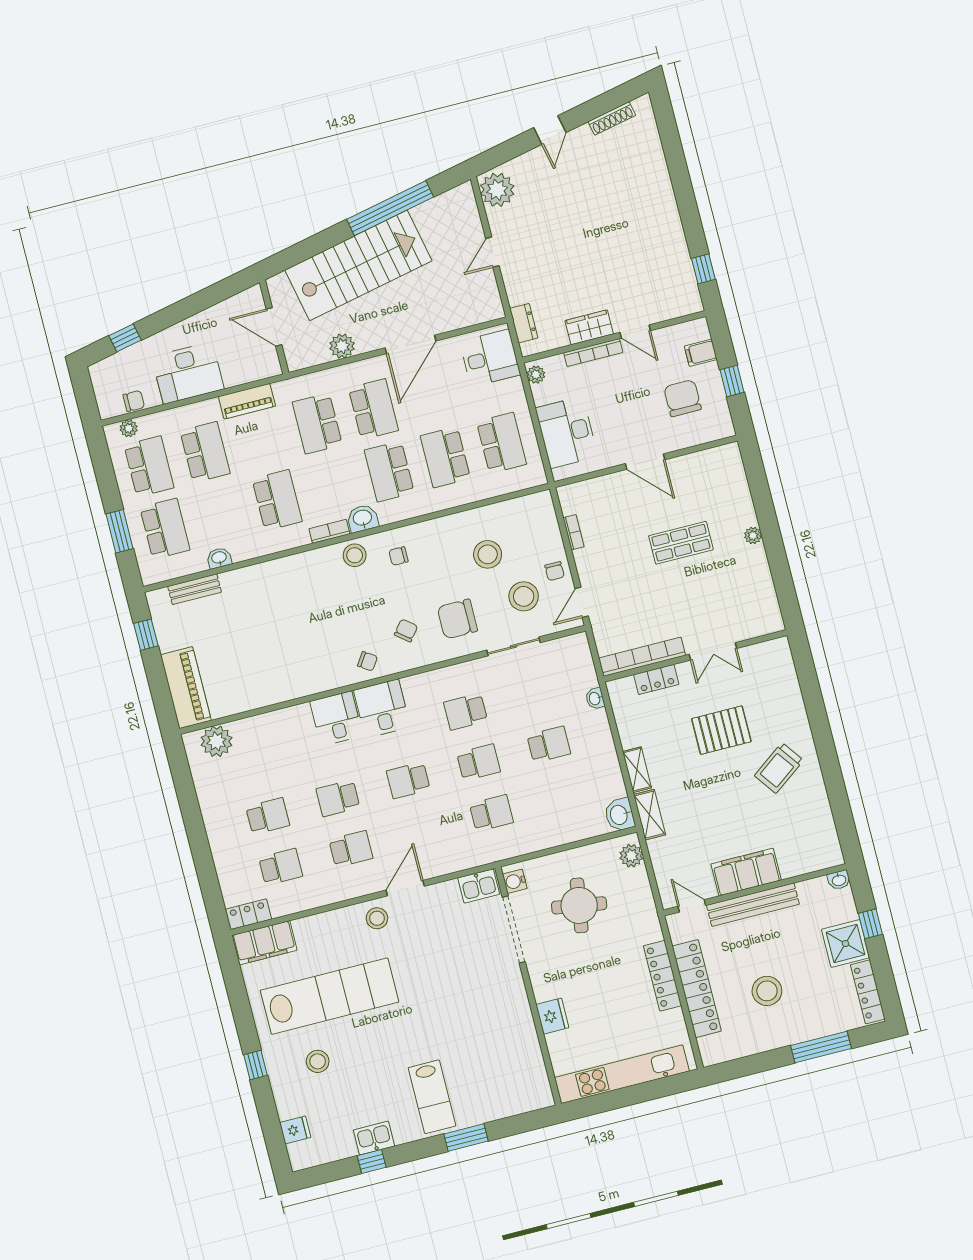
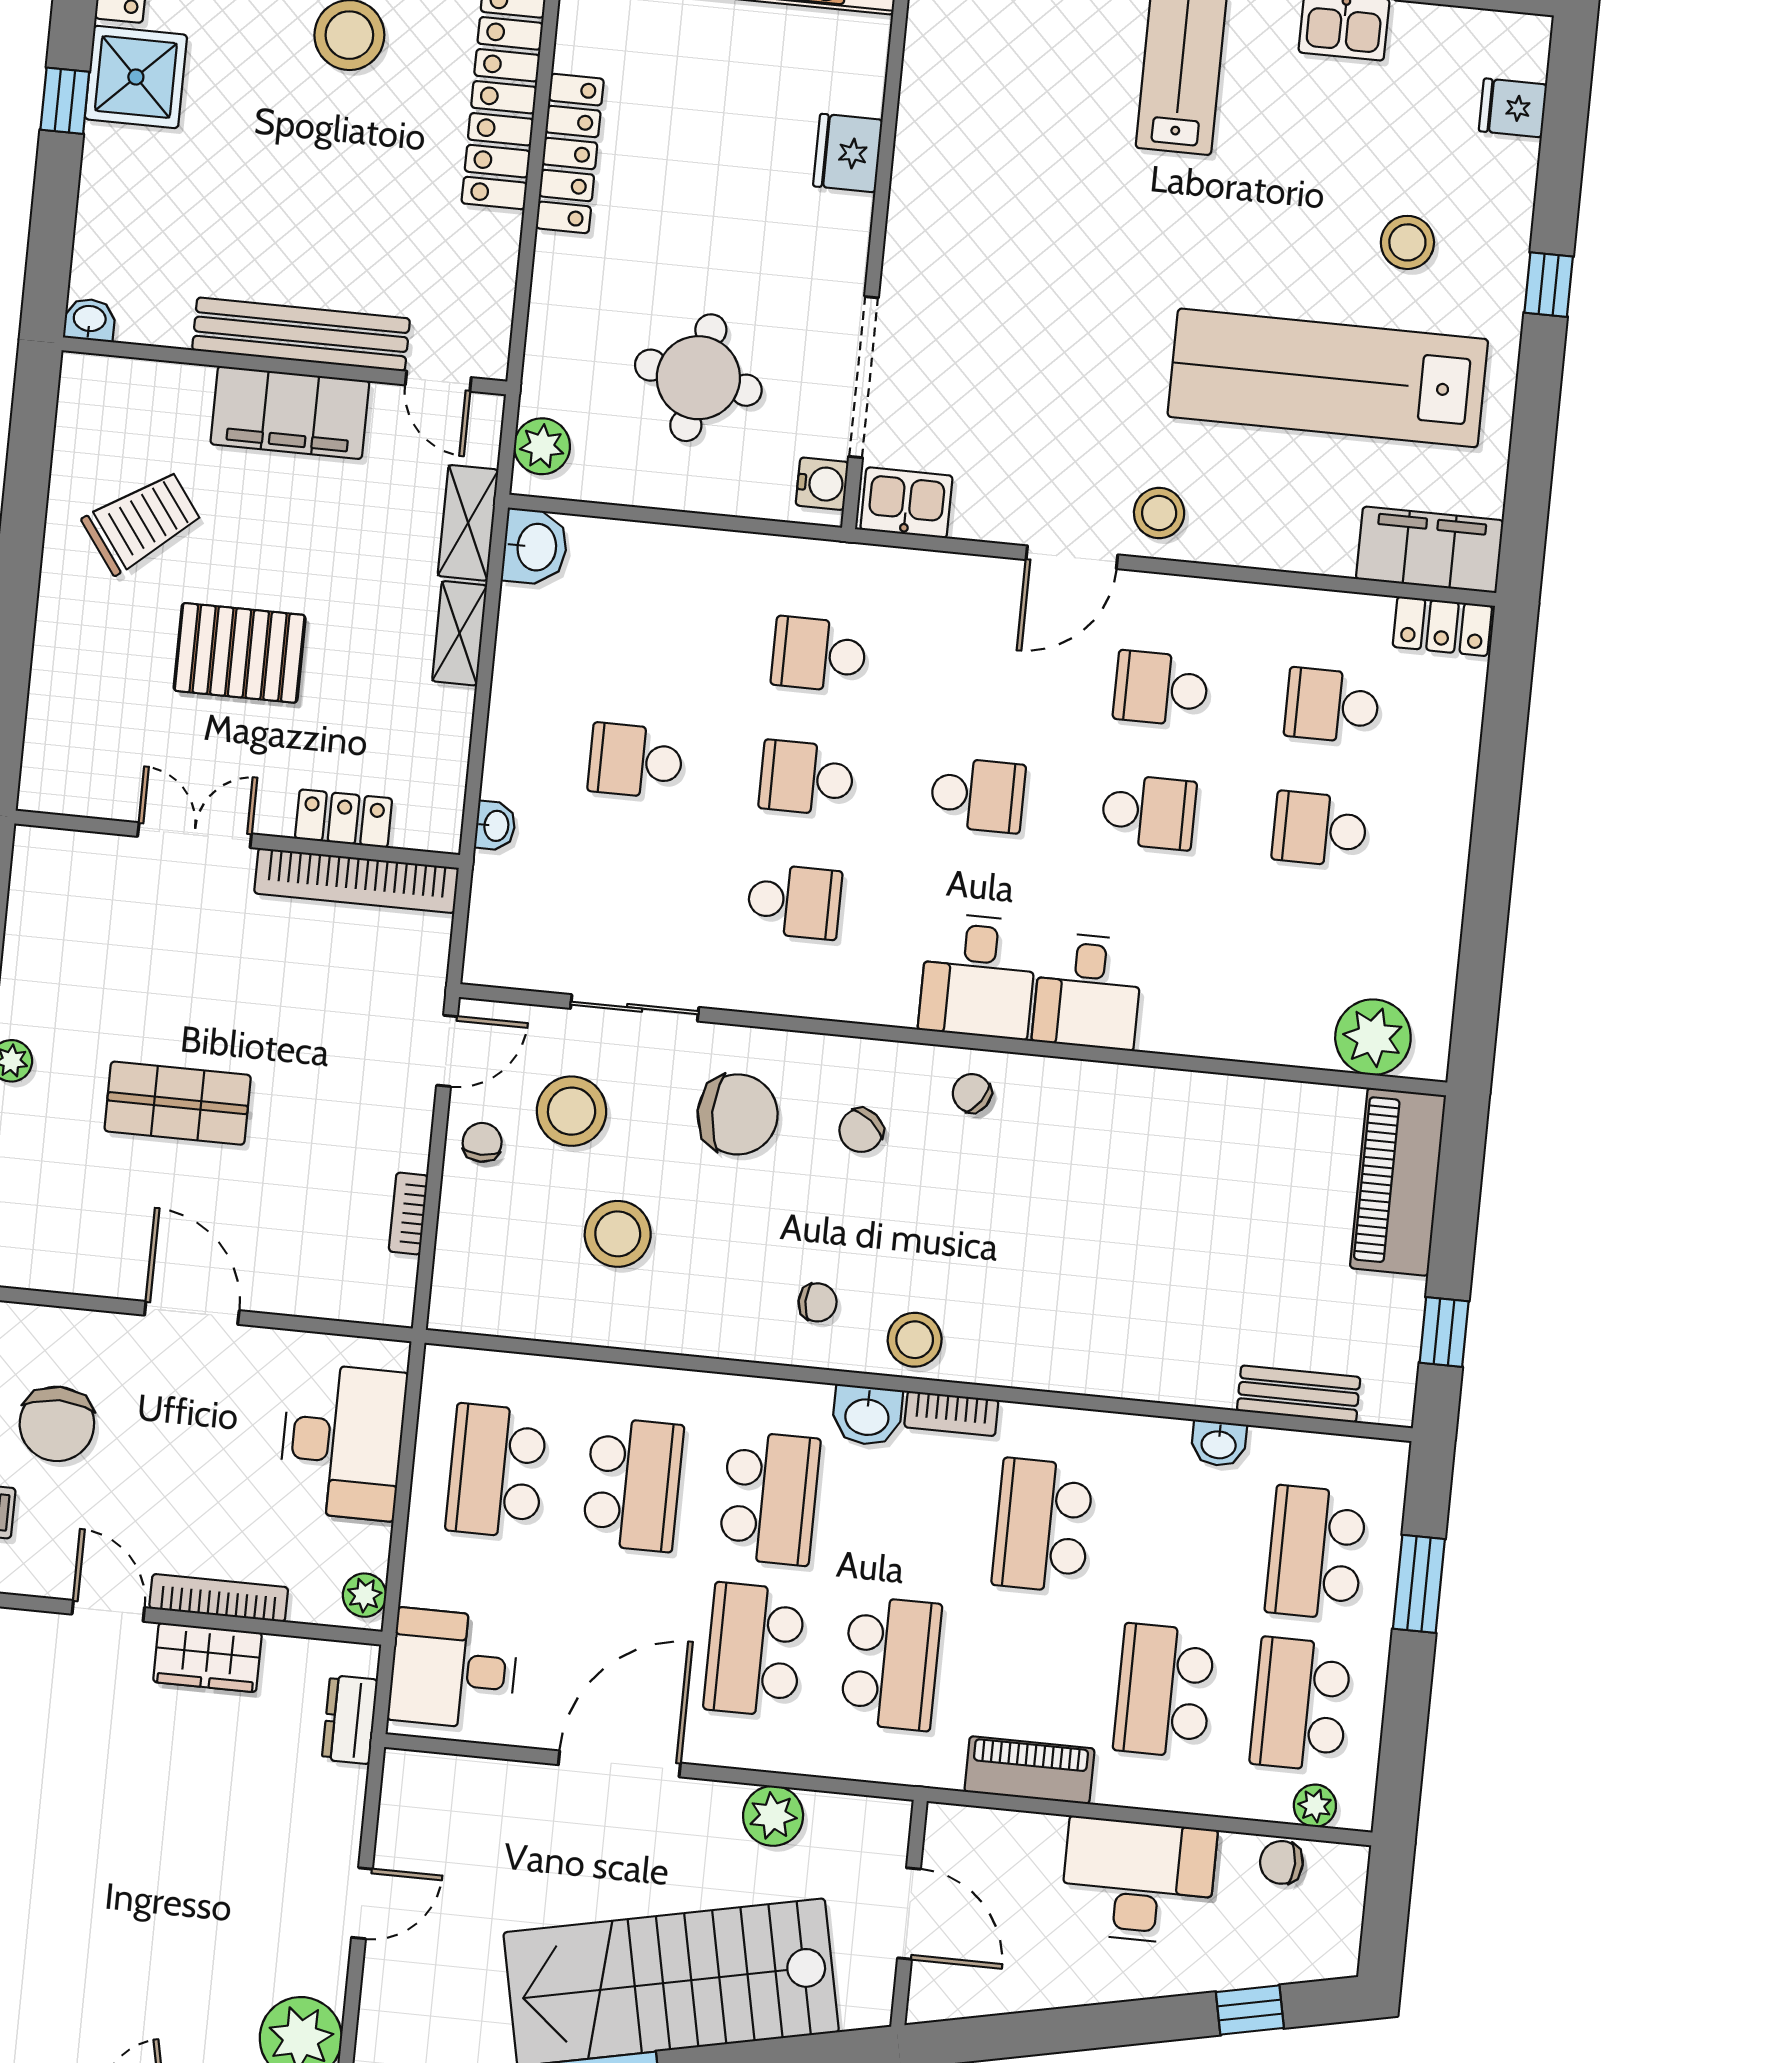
filing cabinet: (746, 872) -> (290, 413), moved
washbasin: (839, 880) -> (90, 320), moved
wall: (755, 890) -> (284, 366), moved
bench: (753, 905) -> (301, 334), moved
door: (692, 906) -> (438, 381), moved

